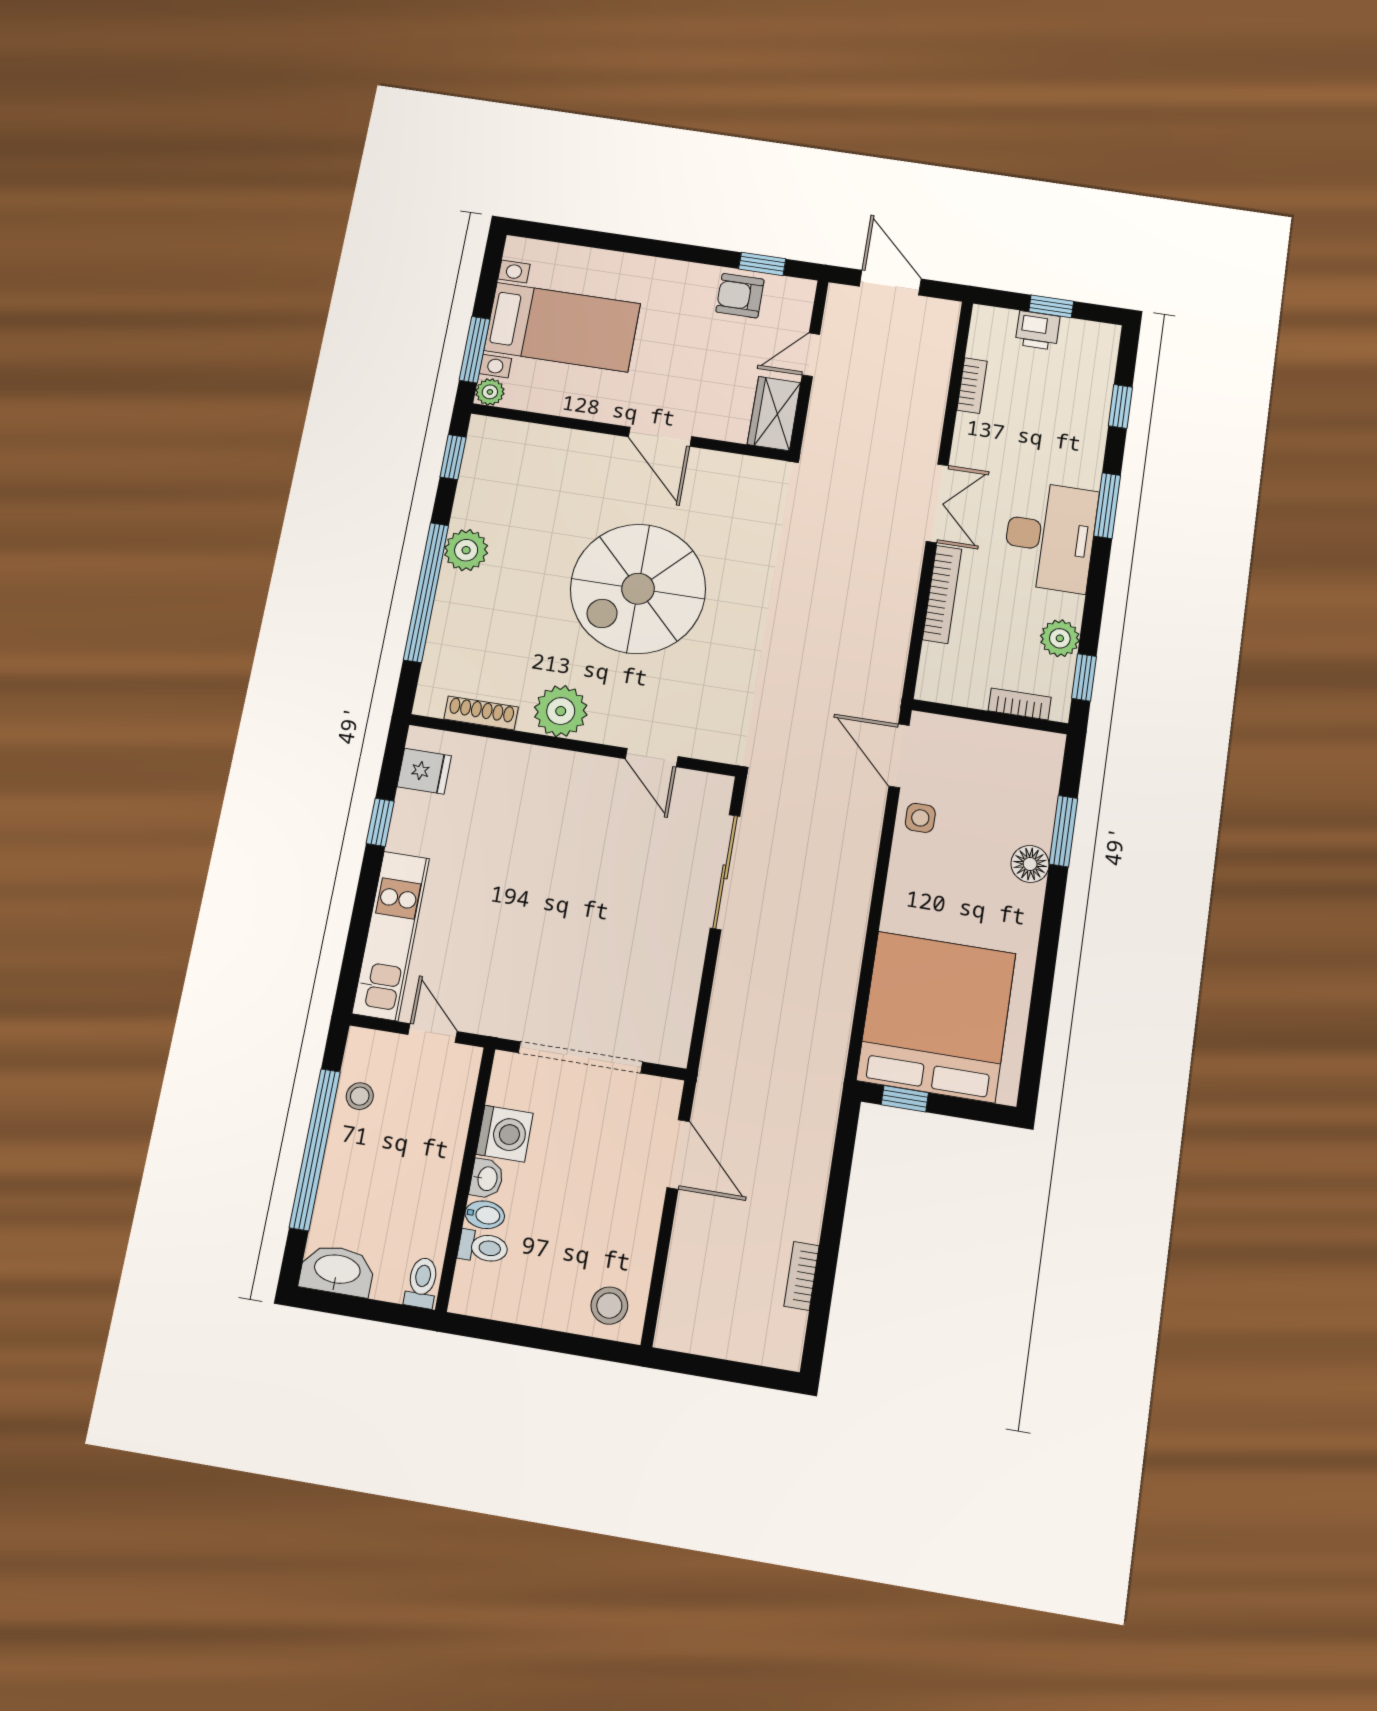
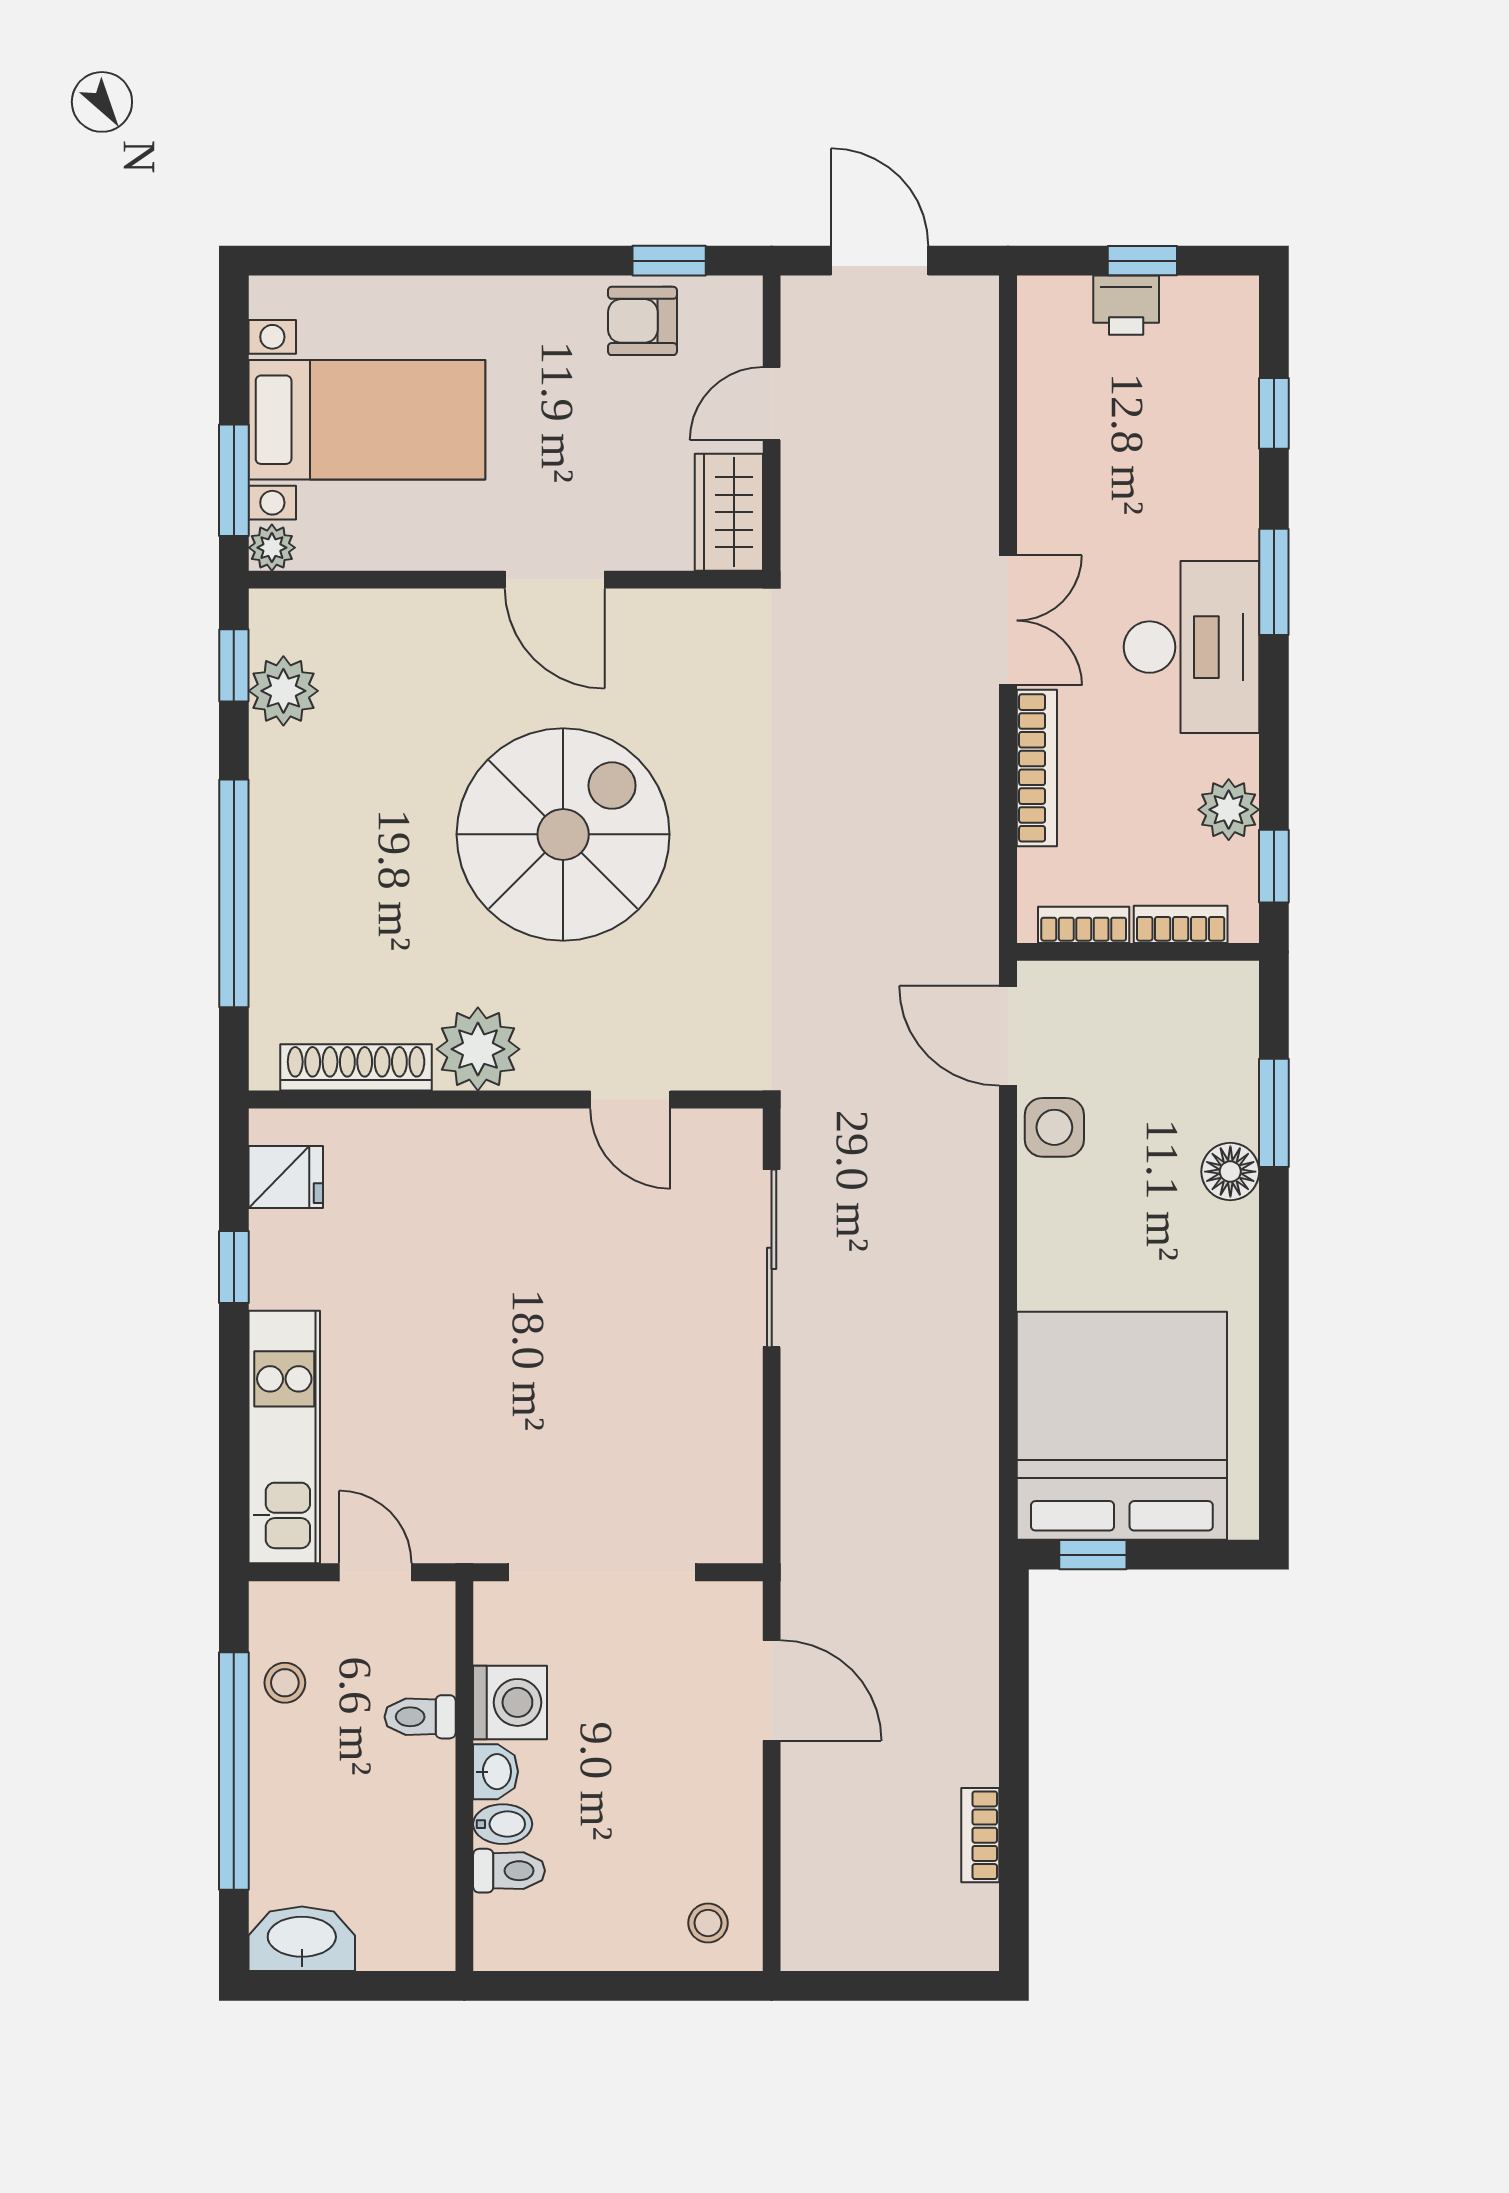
bookcase: (972, 386) -> (1084, 925), moved, turned -90
plant: (466, 550) -> (283, 691), moved
spiral stairs: (638, 589) -> (563, 834), turned 180
shoe rack: (481, 713) -> (356, 1067), width x1.36, depth x1.24
side table: (920, 818) -> (1054, 1127), width x1.37, depth x1.37
toilet: (422, 1283) -> (420, 1717), moved, turned -90
stool: (609, 1306) -> (708, 1923), width x0.73, depth x0.73

